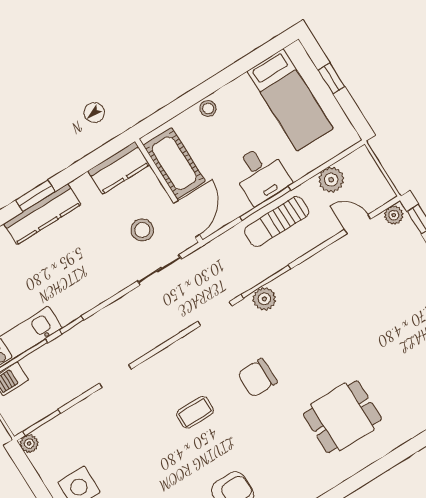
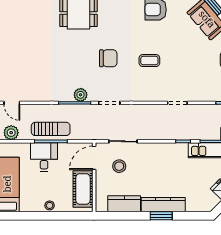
kitchen counter: (119, 168) -> (124, 204), moved

